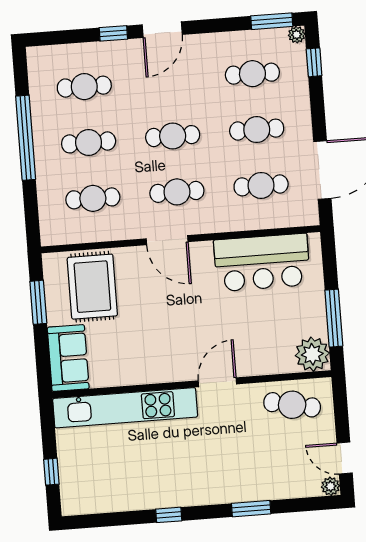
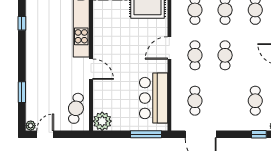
cafe table: (257, 130) -> (225, 101), removed
window: (334, 318) -> (146, 134), moved
window: (251, 509) -> (22, 92), moved
window: (169, 515) -> (22, 23), moved

